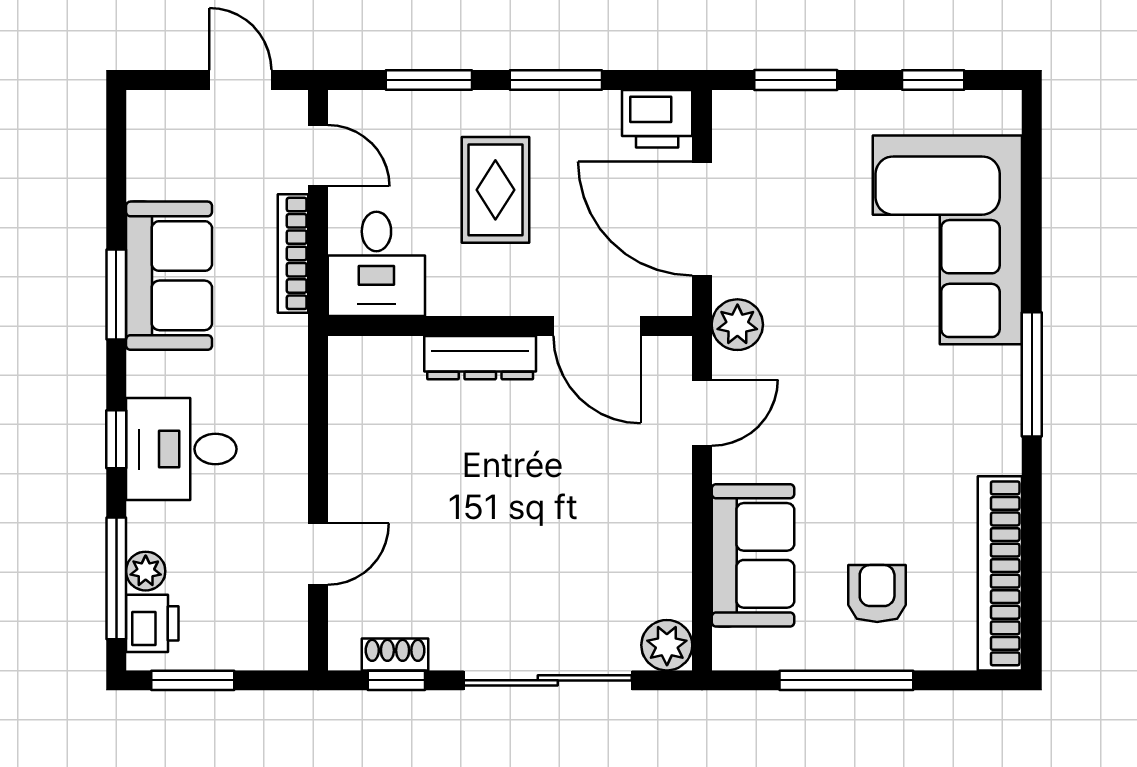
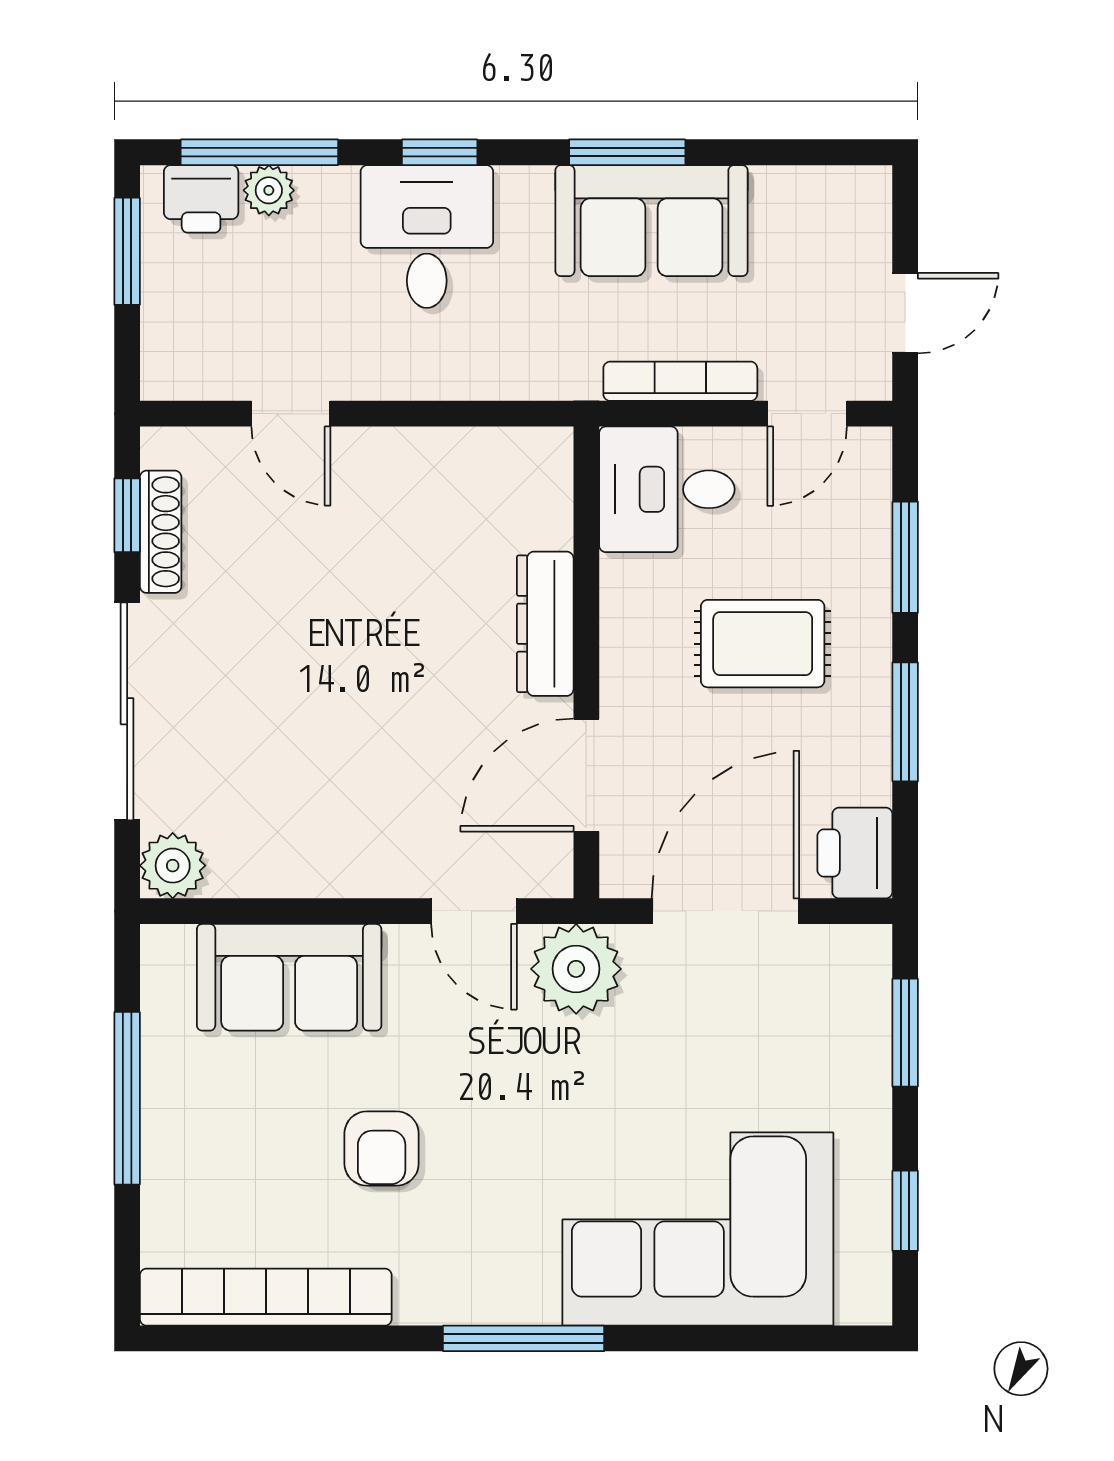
plant: (737, 325) -> (576, 969), width x1.36, depth x1.36
armchair: (877, 594) -> (382, 1149), moved, turned 90
shoe rack: (395, 655) -> (161, 532), width x1.43

